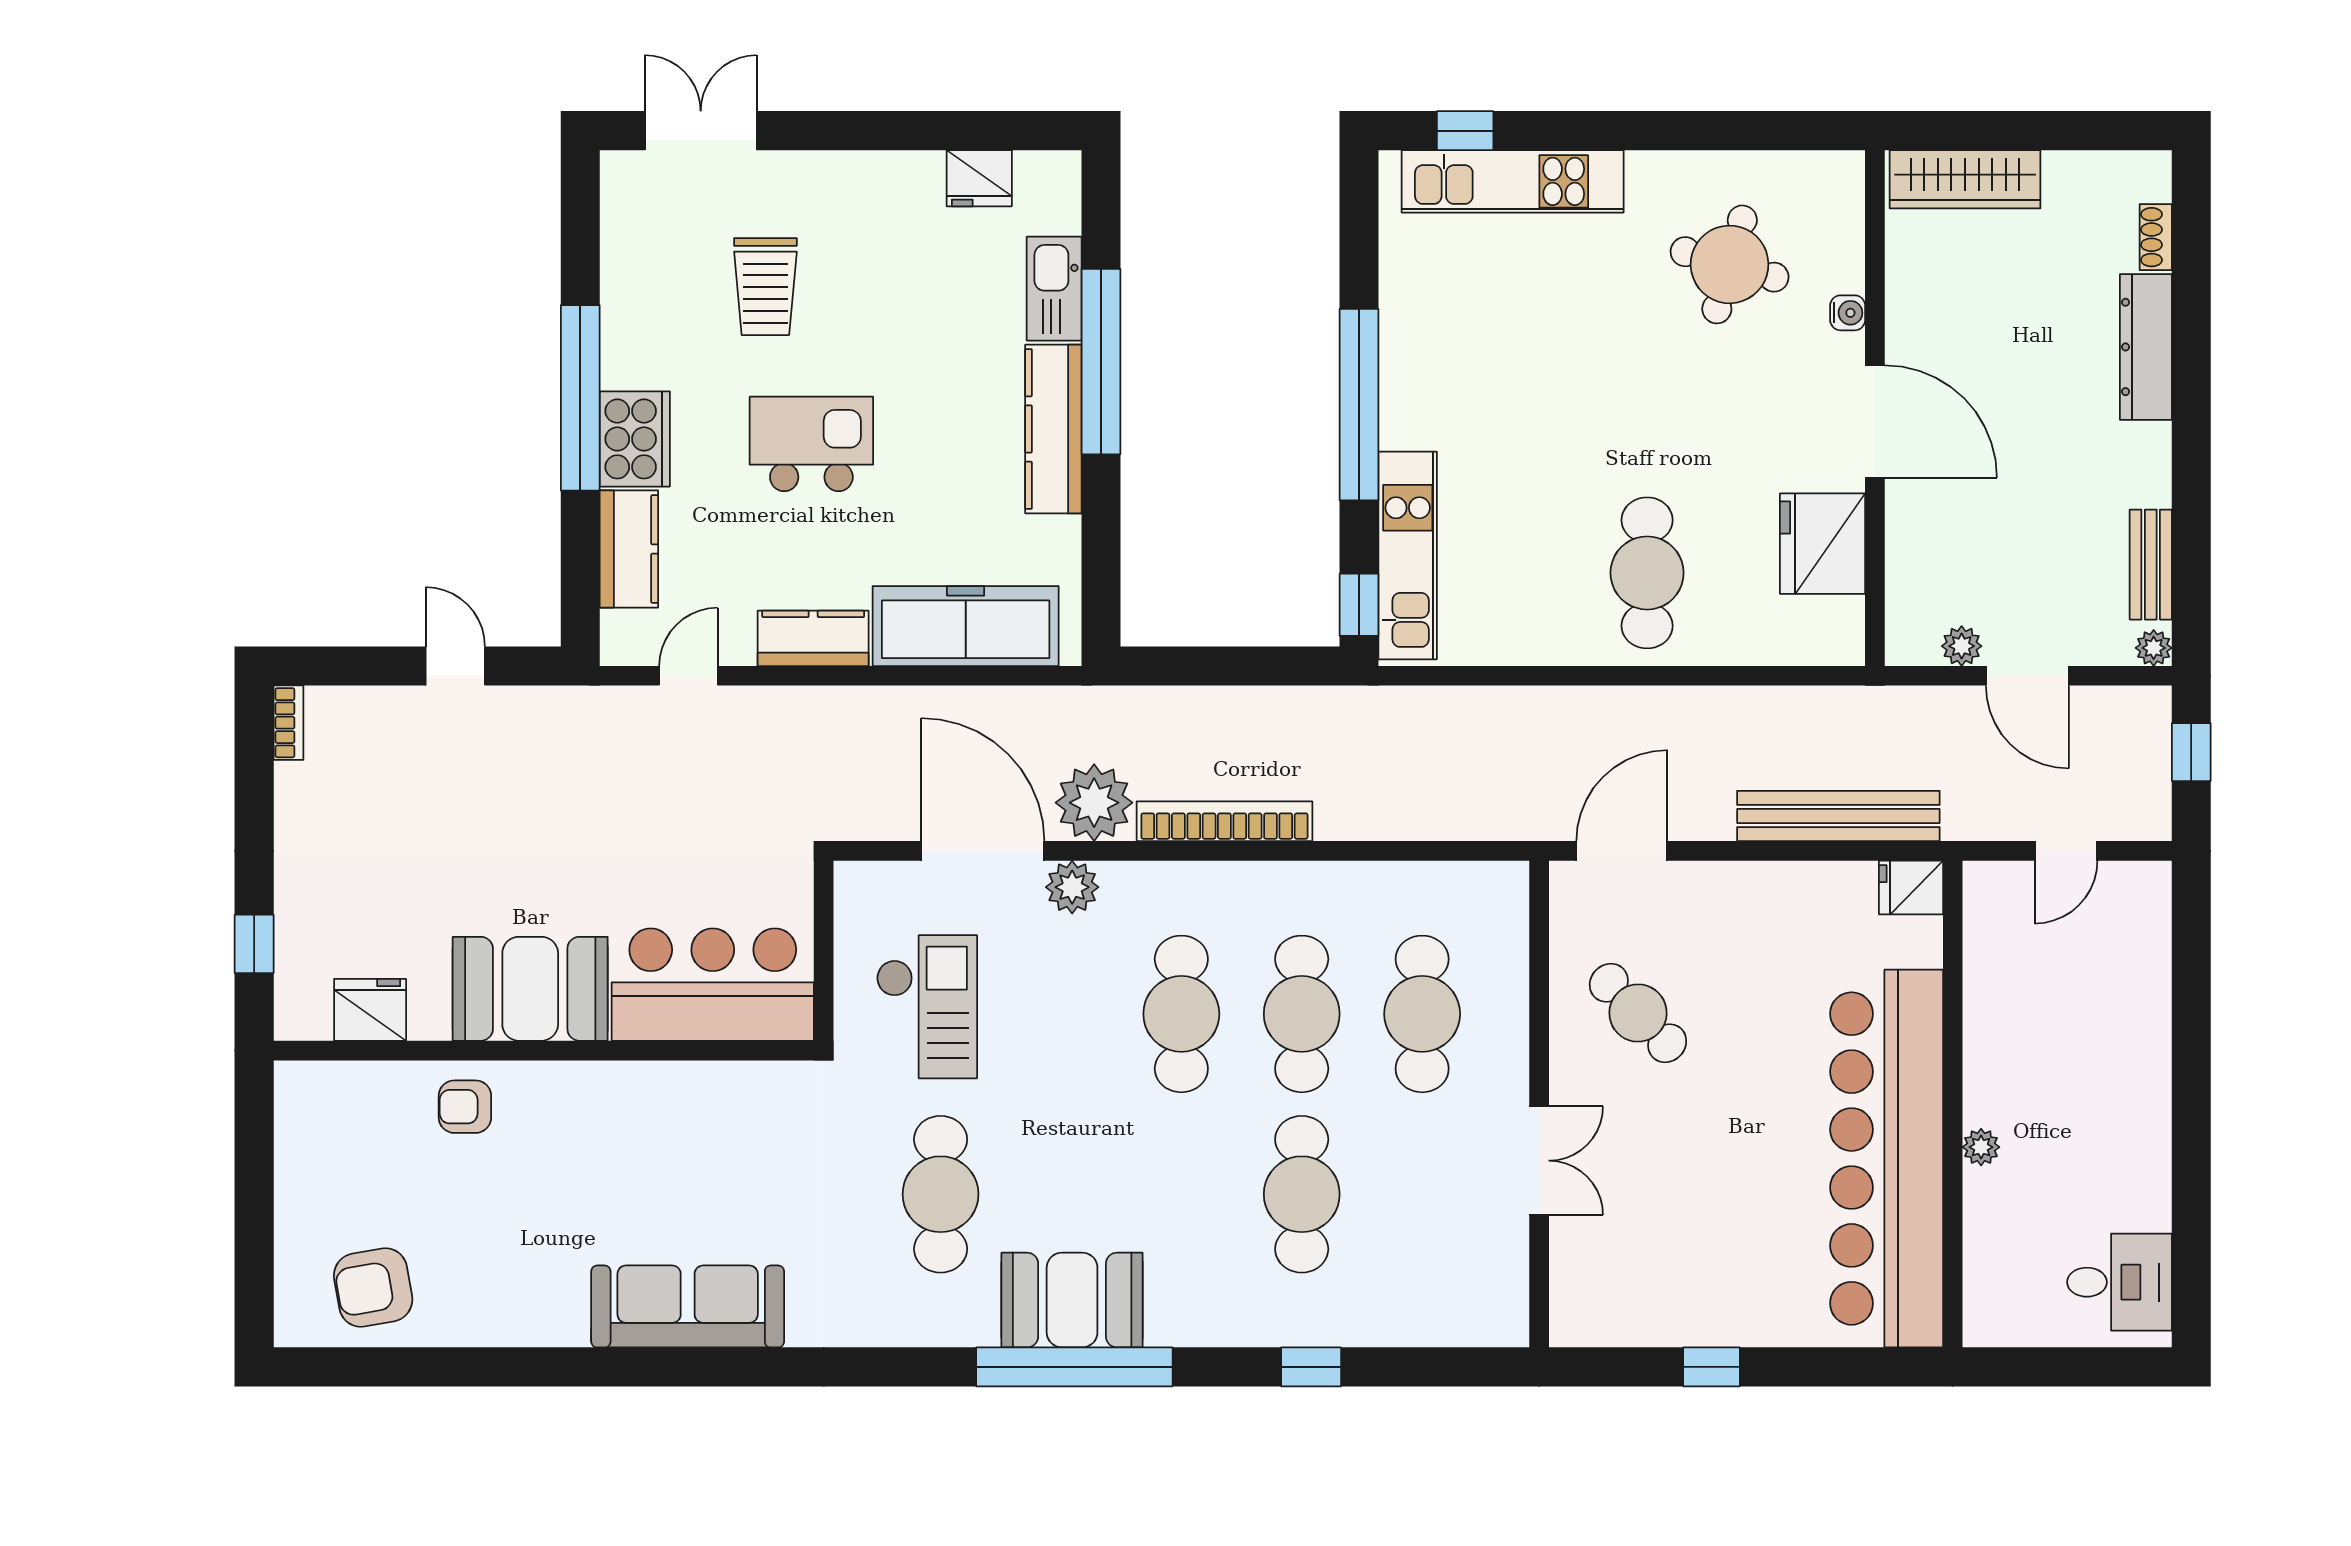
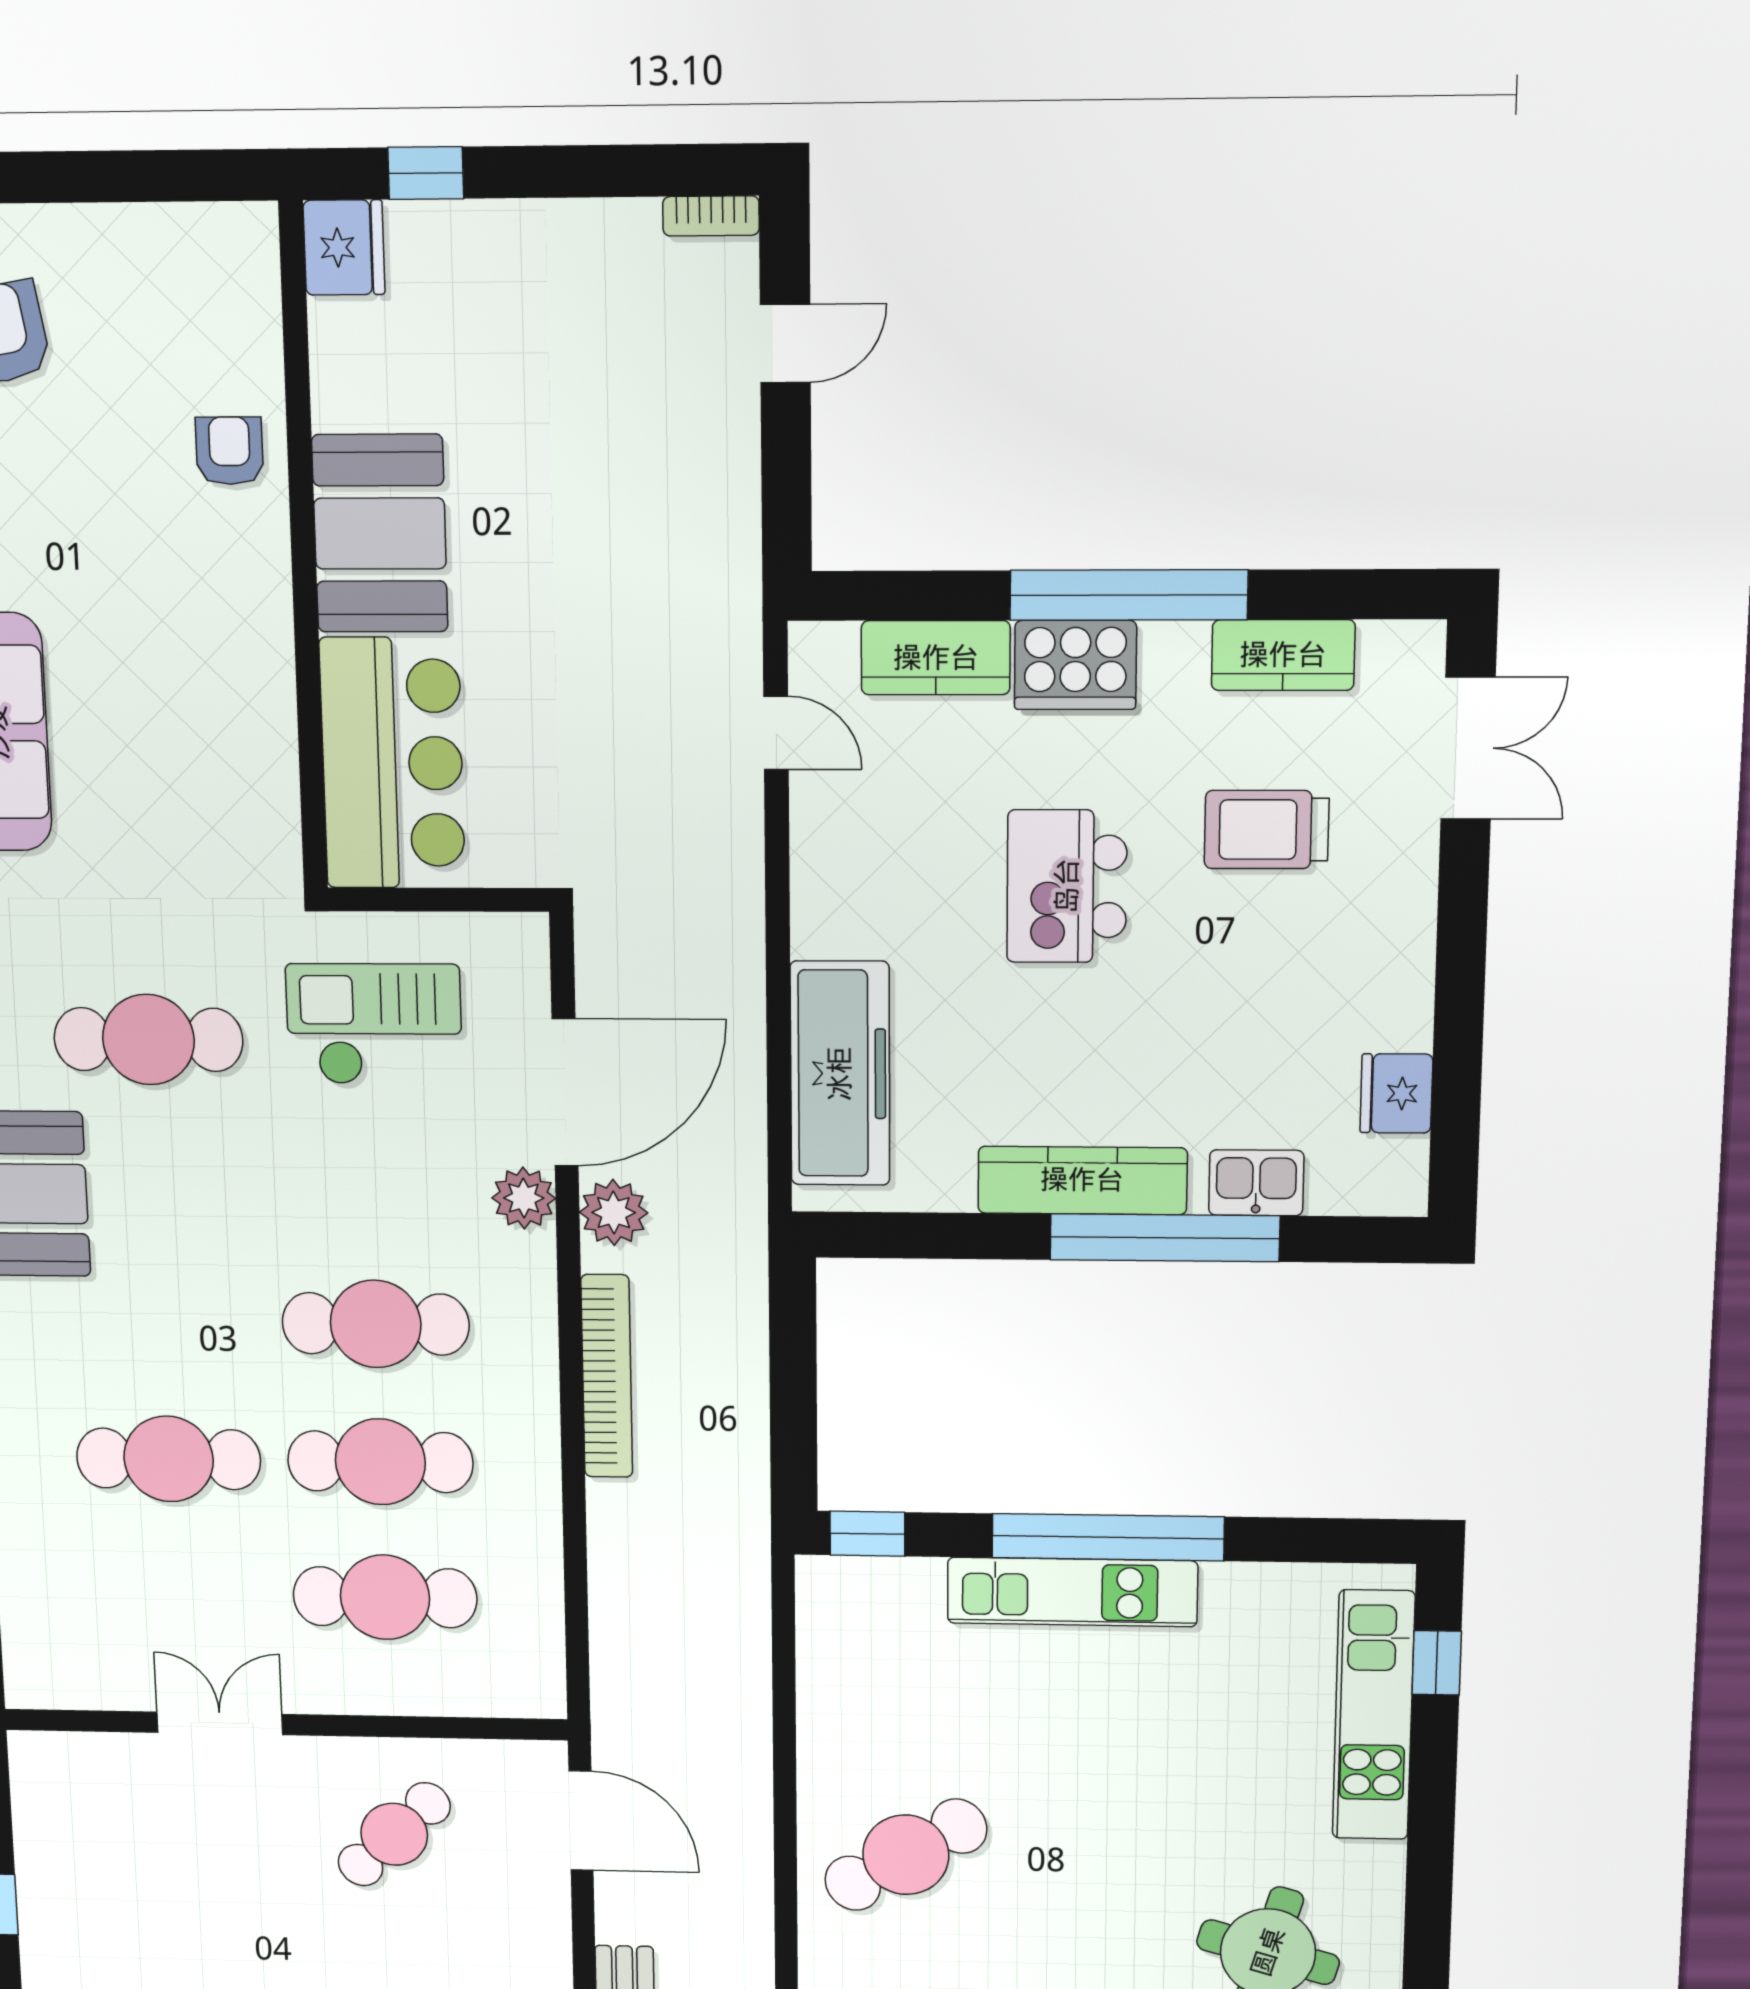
kitchen sink: (1054, 289) -> (1256, 1183), width x0.73
kitchen island: (811, 444) -> (1067, 886), turned 180
kitchen unit: (1408, 556) -> (1072, 1592), moved
cafe table: (1647, 573) -> (906, 1855), turned -31
kitchen counter: (813, 638) -> (1283, 655), moved, turned 90
door: (455, 666) -> (785, 343), moved
plant: (1094, 803) -> (614, 1213), width x0.73, depth x0.73
checkout: (927, 1007) -> (374, 1024), turned 180
fridge: (370, 1010) -> (344, 248), moved
double door: (1539, 1161) -> (220, 1723), swing flipped

